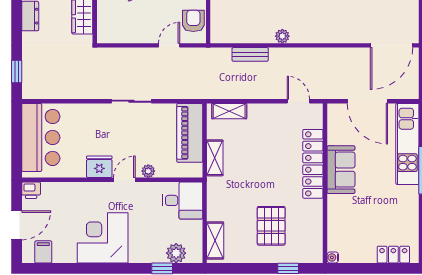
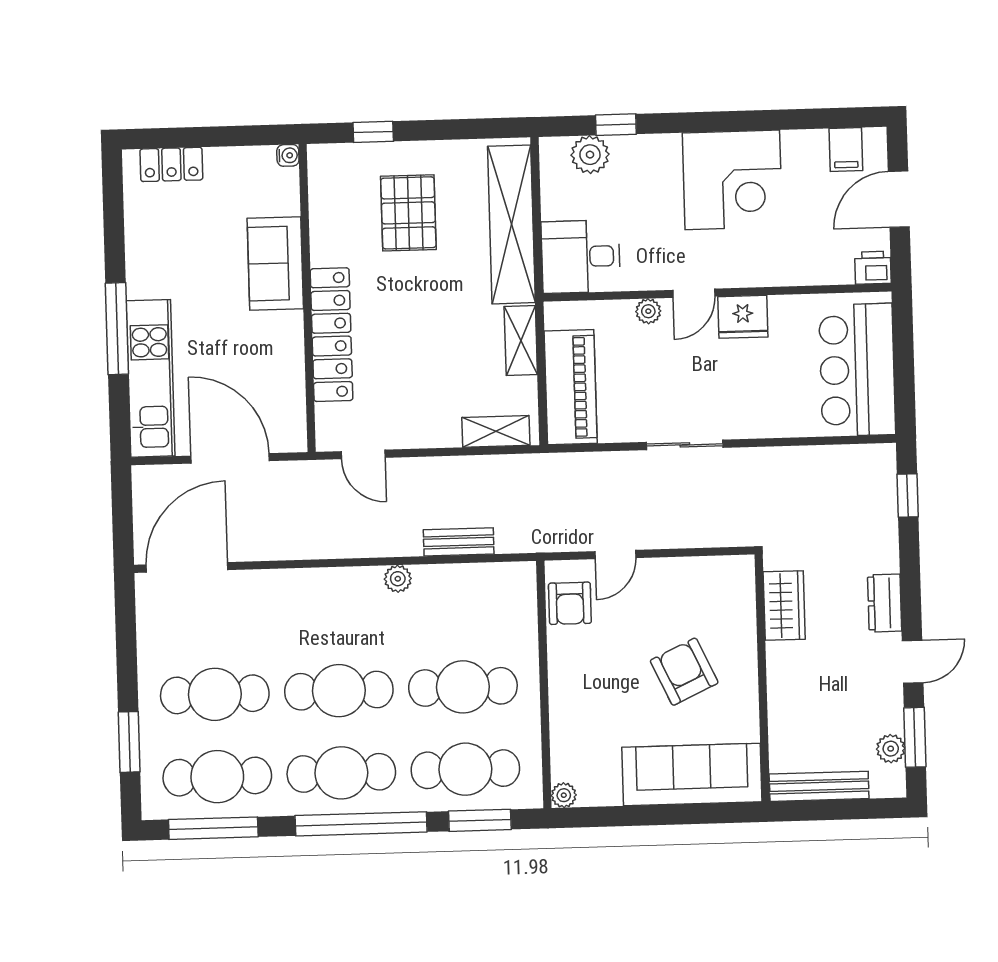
sofa: (341, 170) -> (275, 263), moved
shelving: (215, 241) -> (511, 224), width x2.20, depth x1.33

